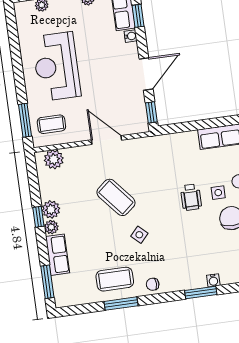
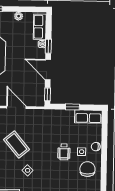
window: (138, 16) -> (48, 46), moved
door: (146, 74) -> (48, 70), swing flipped
window: (193, 126) -> (72, 107), added

